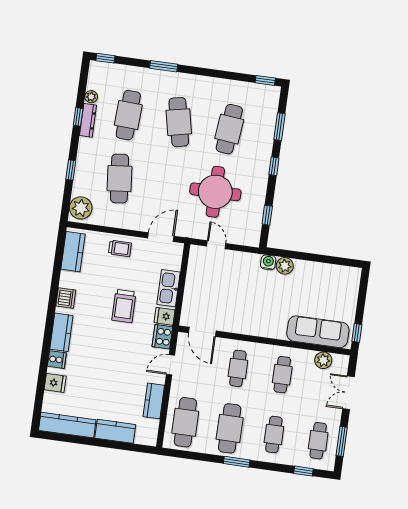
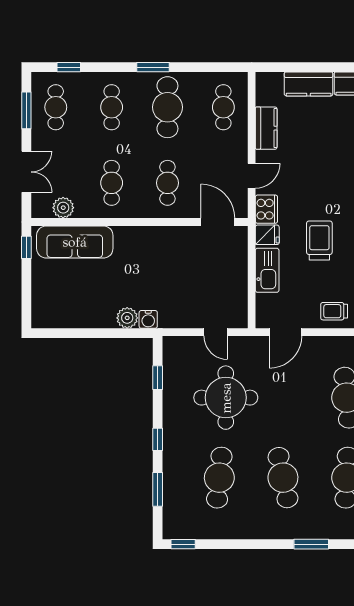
cafe table: (185, 422) -> (223, 107), width x0.73, depth x0.74

